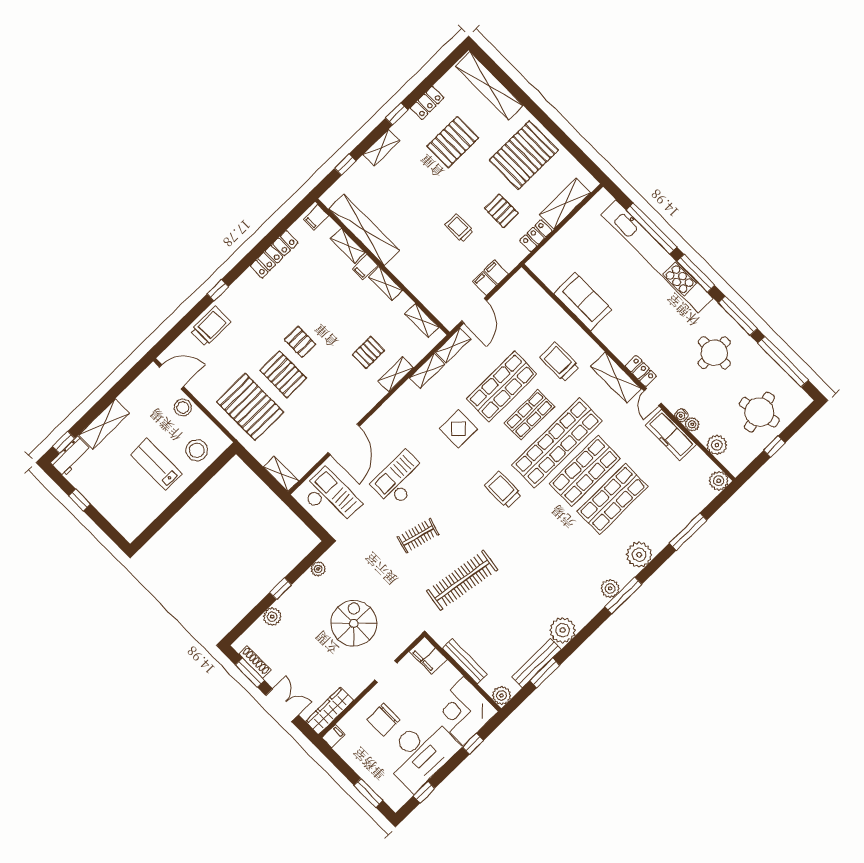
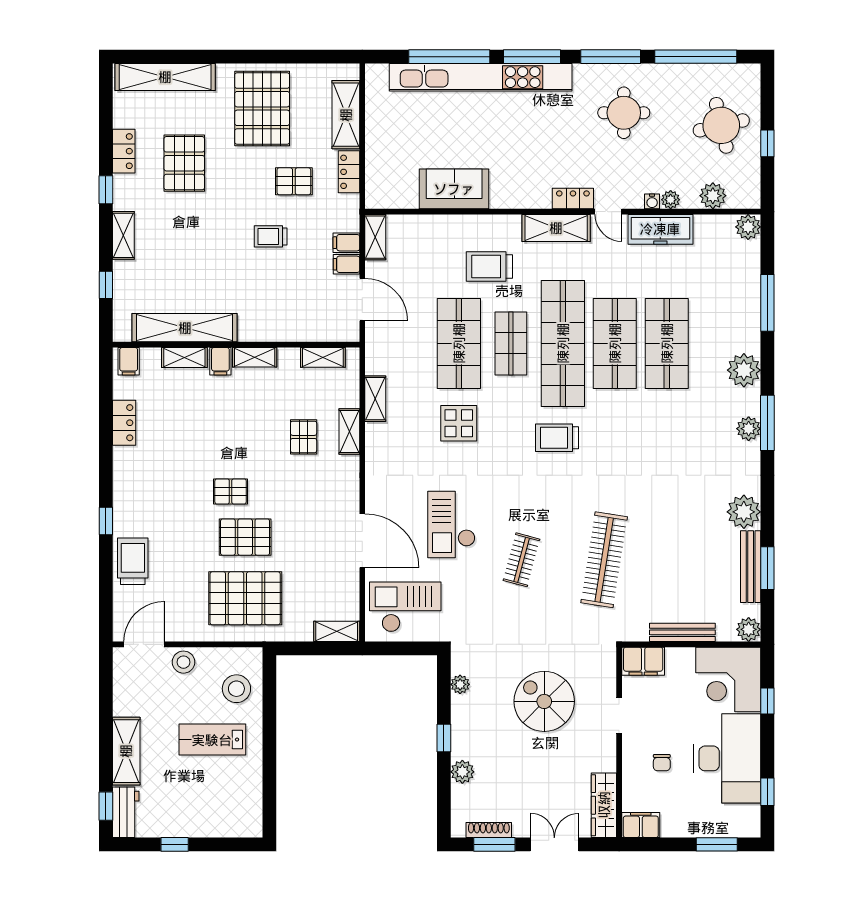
locker: (274, 254) -> (124, 423), width x0.66
shelving: (453, 345) -> (375, 237), moved
chair: (383, 720) -> (662, 763), width x0.54, depth x0.54
filing cabinet: (333, 736) -> (641, 825), width x2.00

